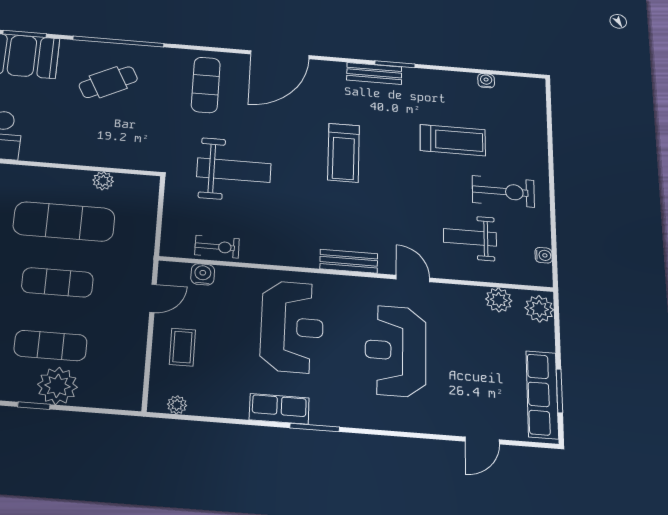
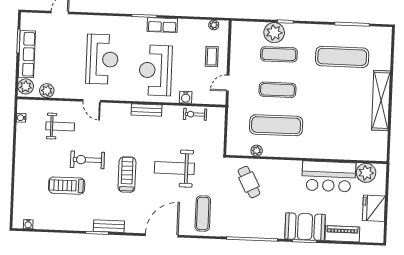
water cooler: (486, 81) -> (28, 224), moved
cafe table: (108, 82) -> (249, 182), moved, turned 90
weight bench: (234, 170) -> (174, 168), moved
exercise bike: (503, 191) -> (87, 160), moved
bench: (349, 261) -> (146, 110), moved
water cooler: (203, 274) -> (186, 97), moved
row of seats: (542, 395) -> (27, 54), moved

